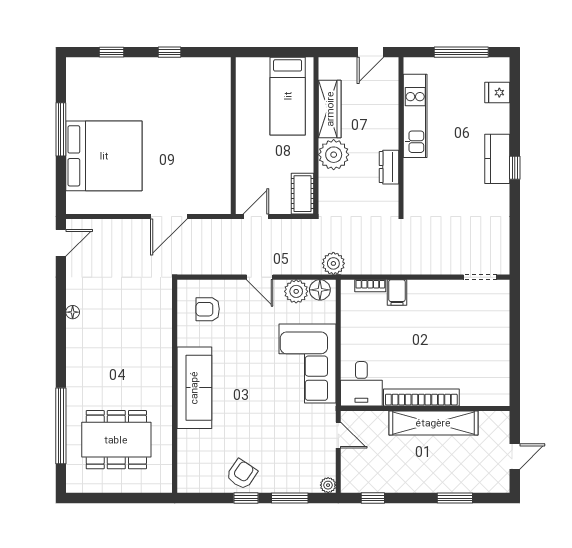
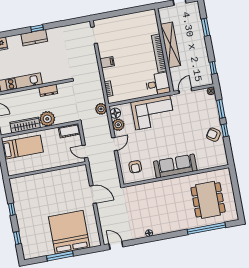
filing cabinet: (397, 292) -> (107, 62), moved

